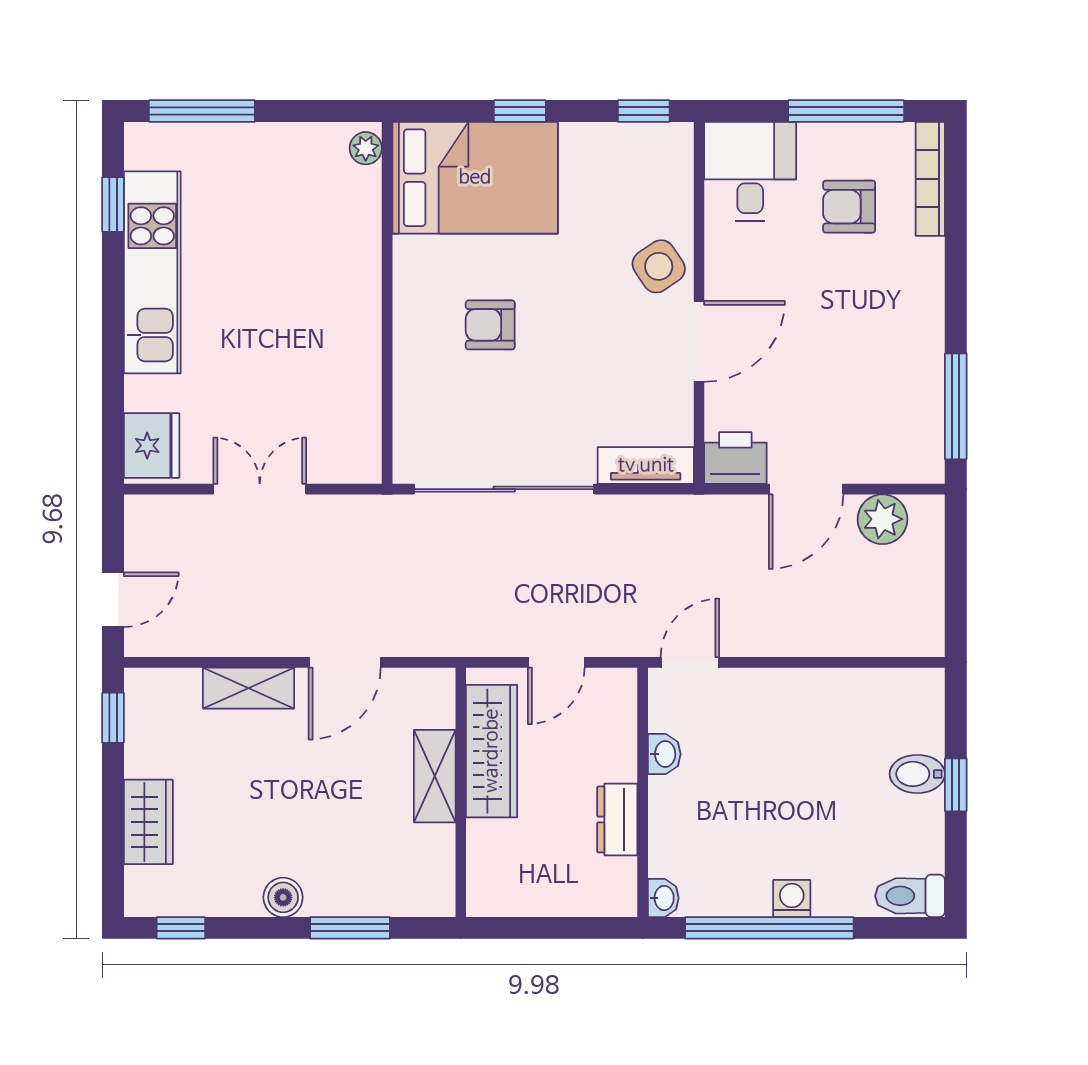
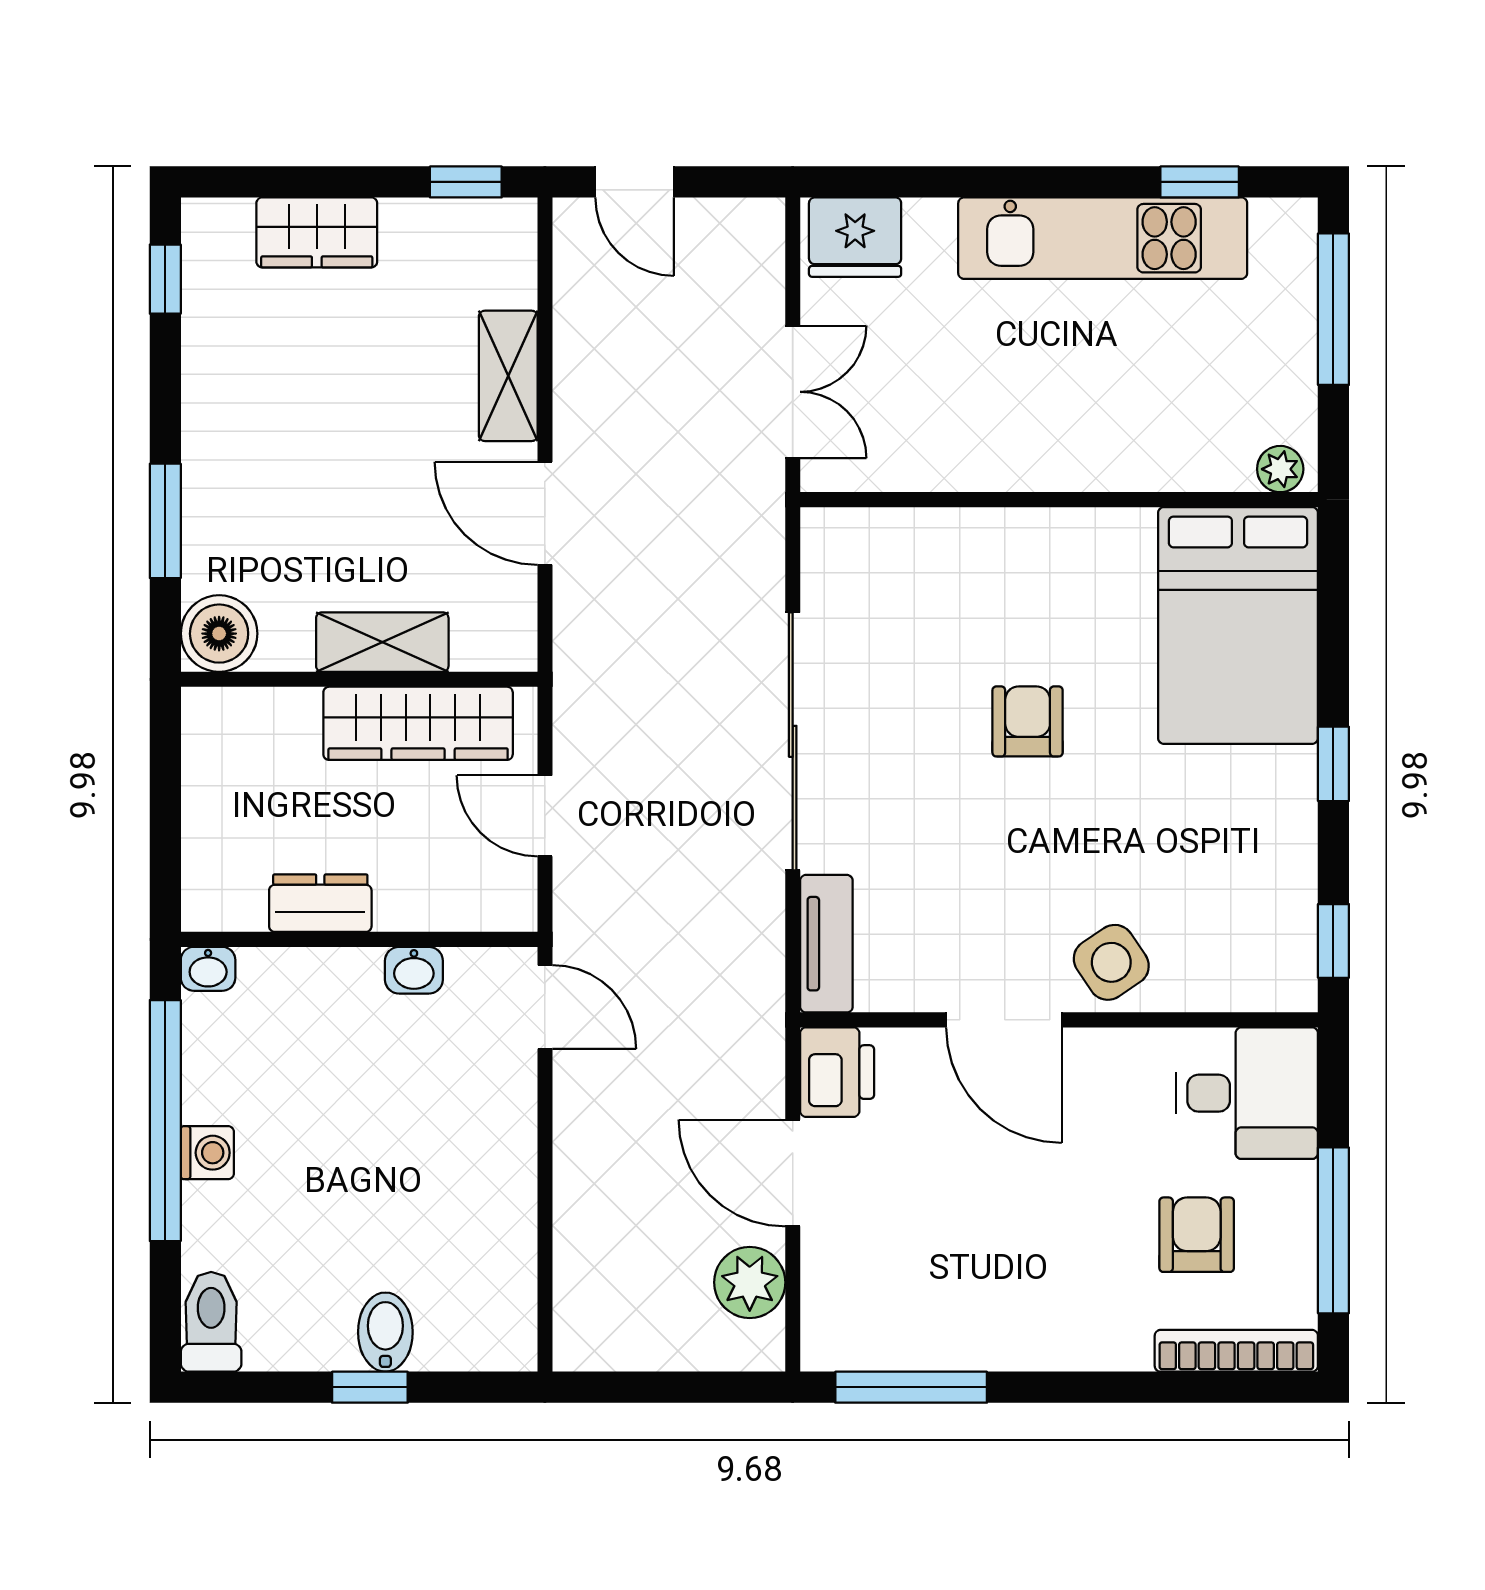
plant: (366, 148) -> (1280, 469), moved
bed: (475, 178) -> (1238, 625), moved
wall: (387, 303) -> (1059, 500), moved
boiler: (283, 897) -> (219, 634), moved, width x1.36, depth x1.36

